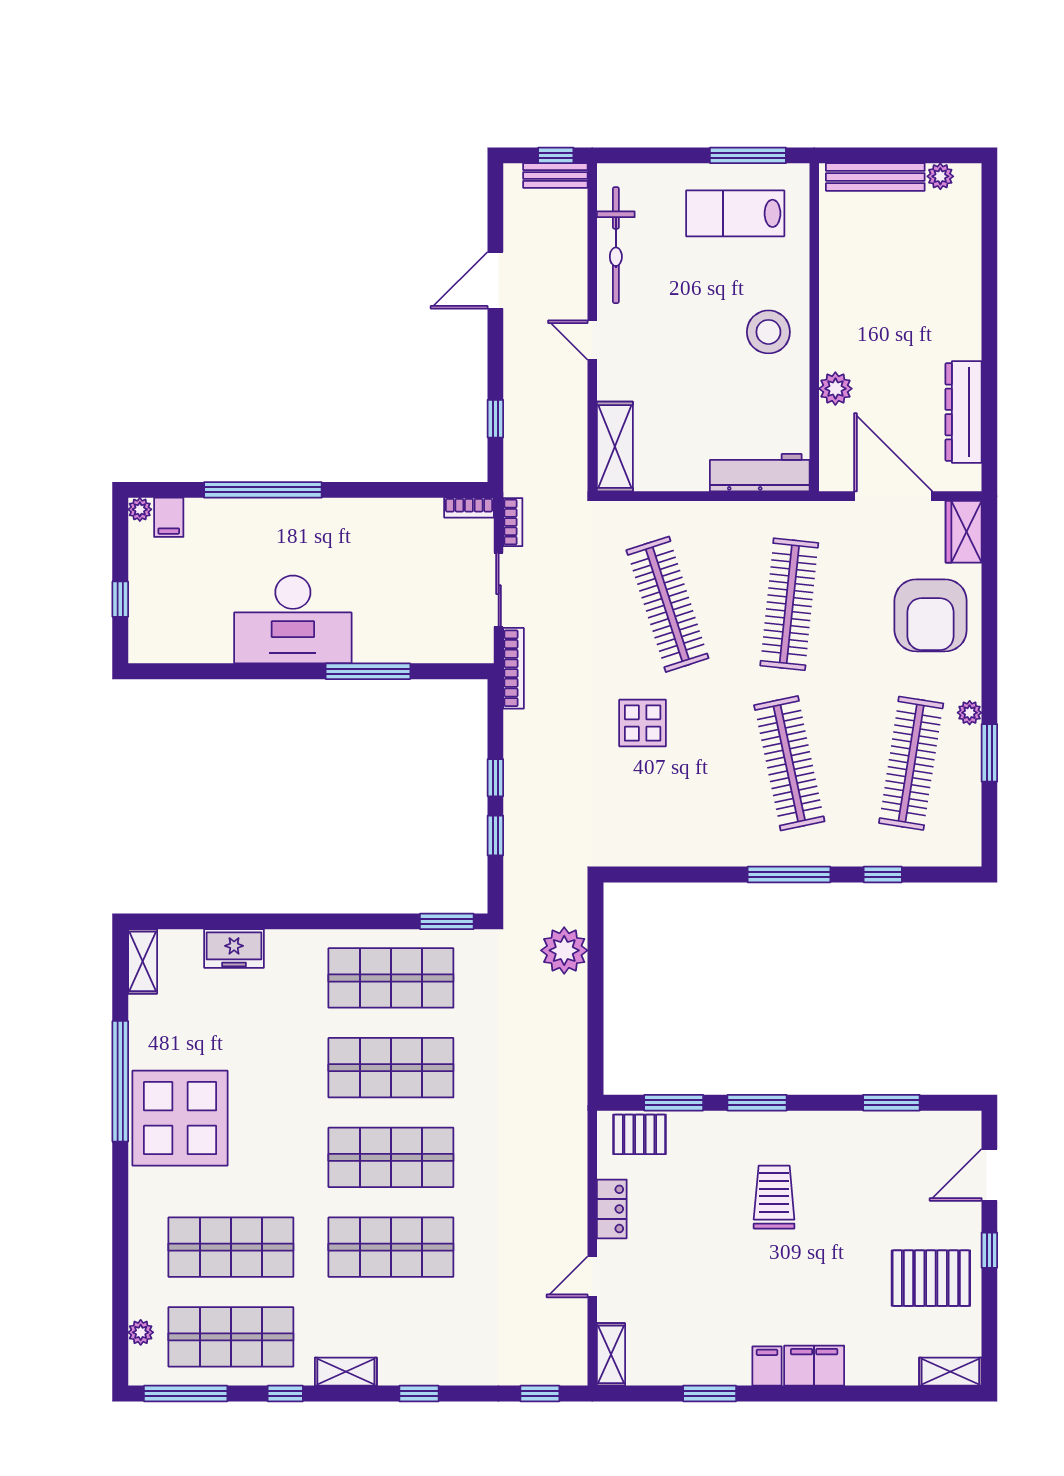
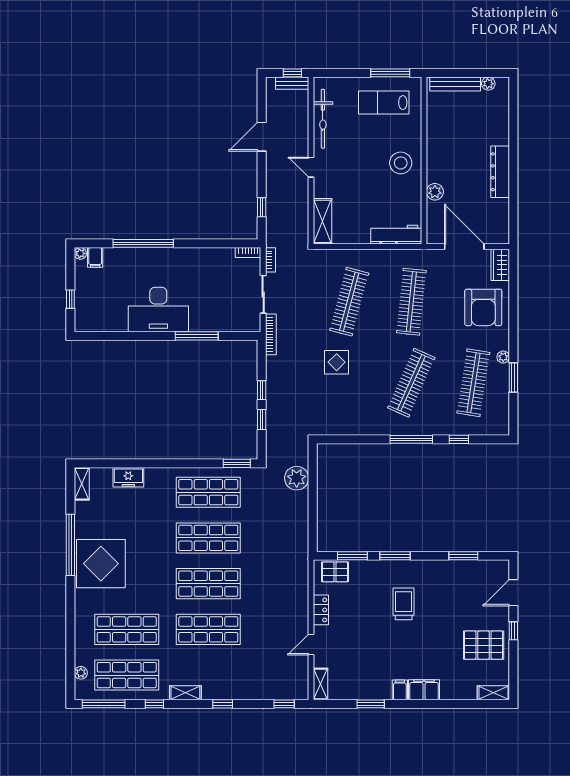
dresser: (963, 412) -> (500, 172), moved
clothes rail: (667, 604) -> (349, 302), turned 33
clothes rail: (789, 763) -> (411, 383), turned 36

